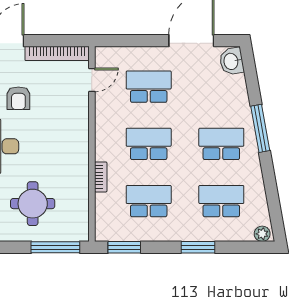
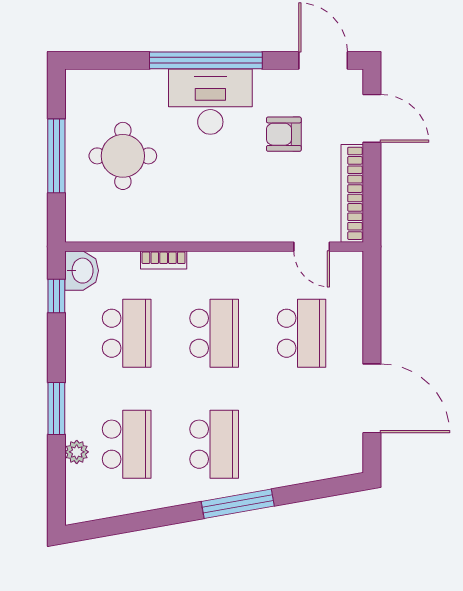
washbasin: (232, 61) -> (82, 271), moved, turned 100
plant: (262, 234) -> (77, 452), moved
window: (55, 247) -> (56, 156), moved
window: (124, 247) -> (56, 296), width x0.67

